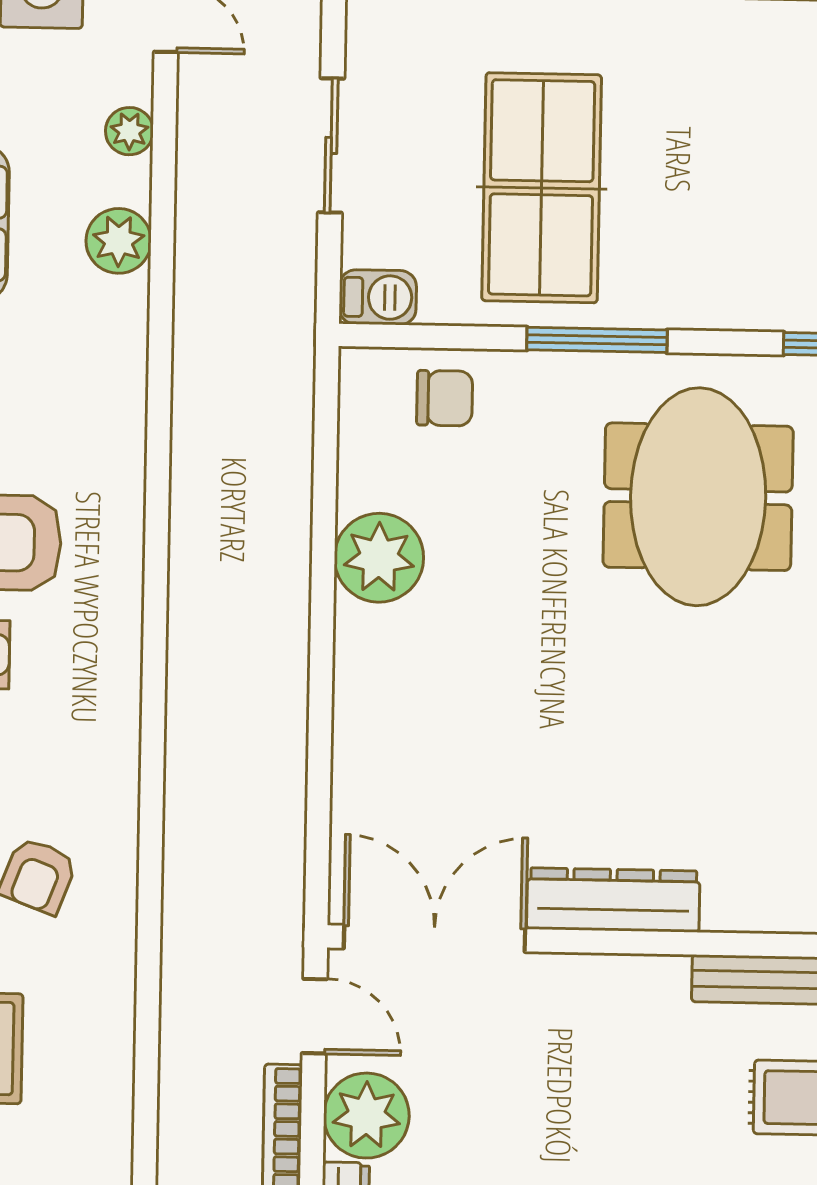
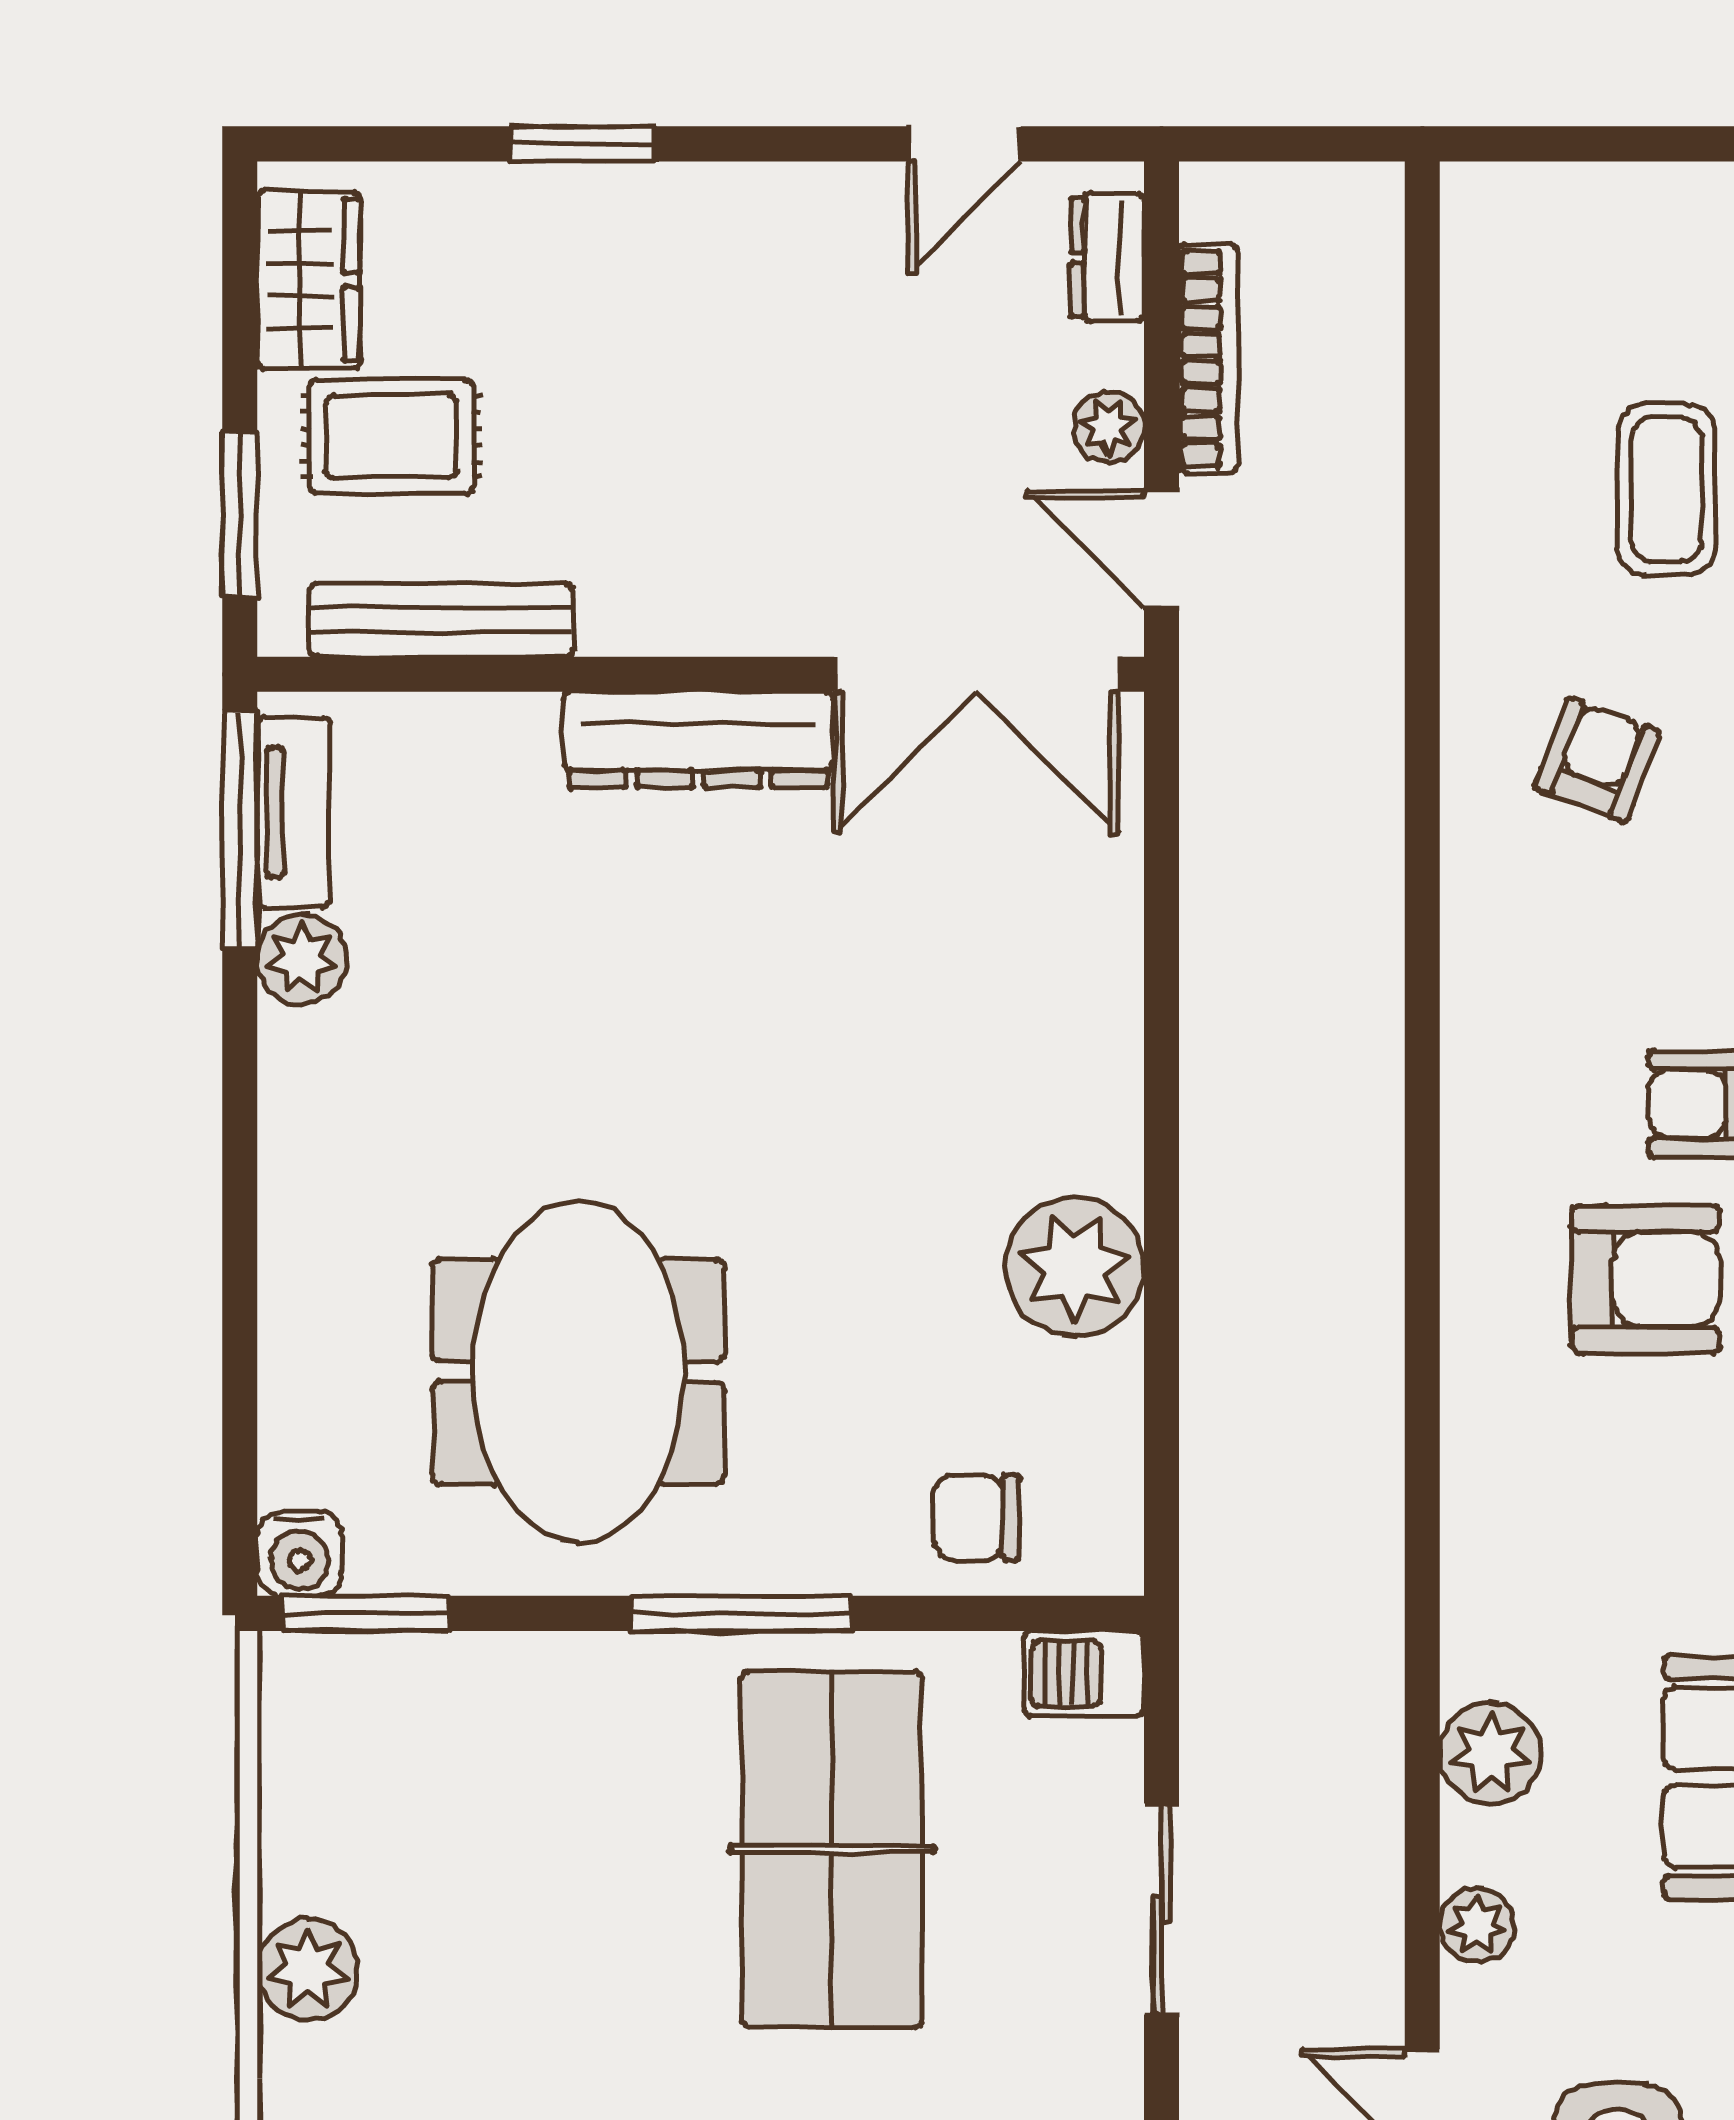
plant: (366, 1116) -> (1109, 427), width x0.53, depth x0.53

